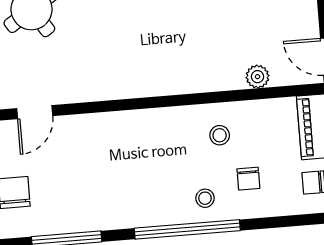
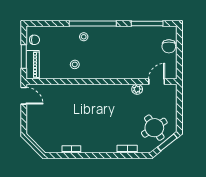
plant: (258, 77) -> (137, 89), moved
chair: (248, 179) -> (64, 44), removed

